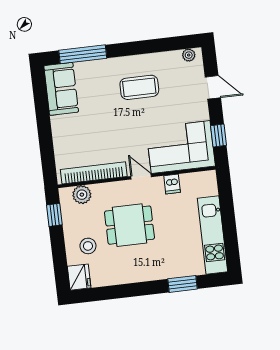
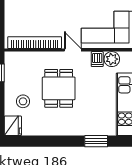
plant: (82, 195) -> (112, 59), moved
dining table: (129, 225) -> (59, 88), turned 90

